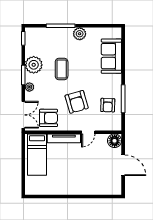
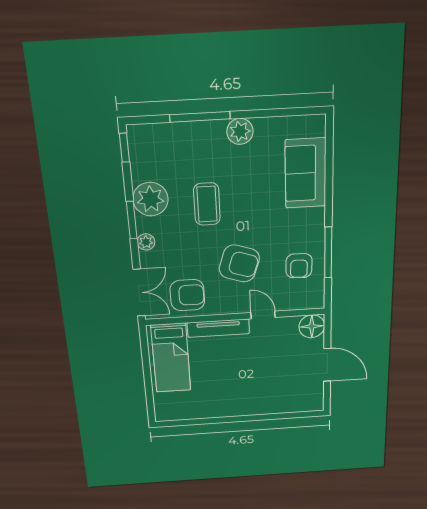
armchair: (77, 102) -> (239, 263), turned -56
door: (88, 132) -> (263, 315), swing flipped

